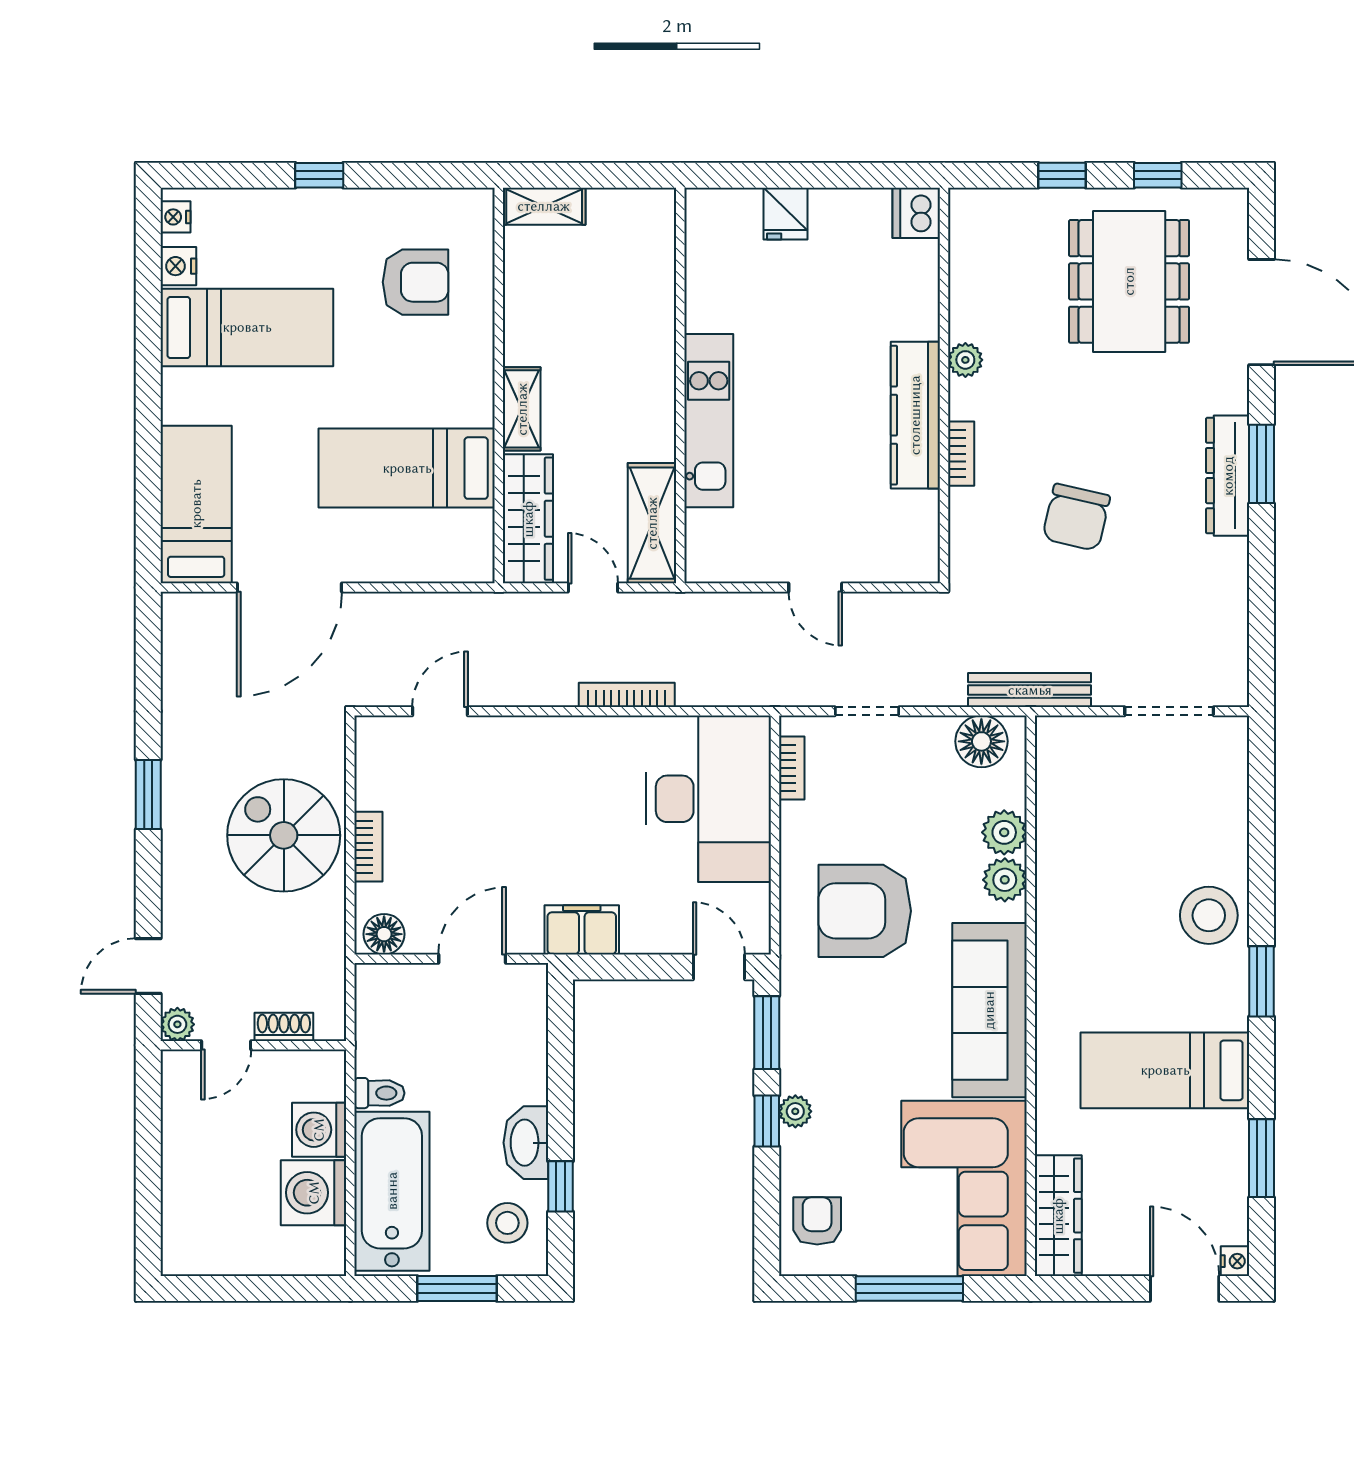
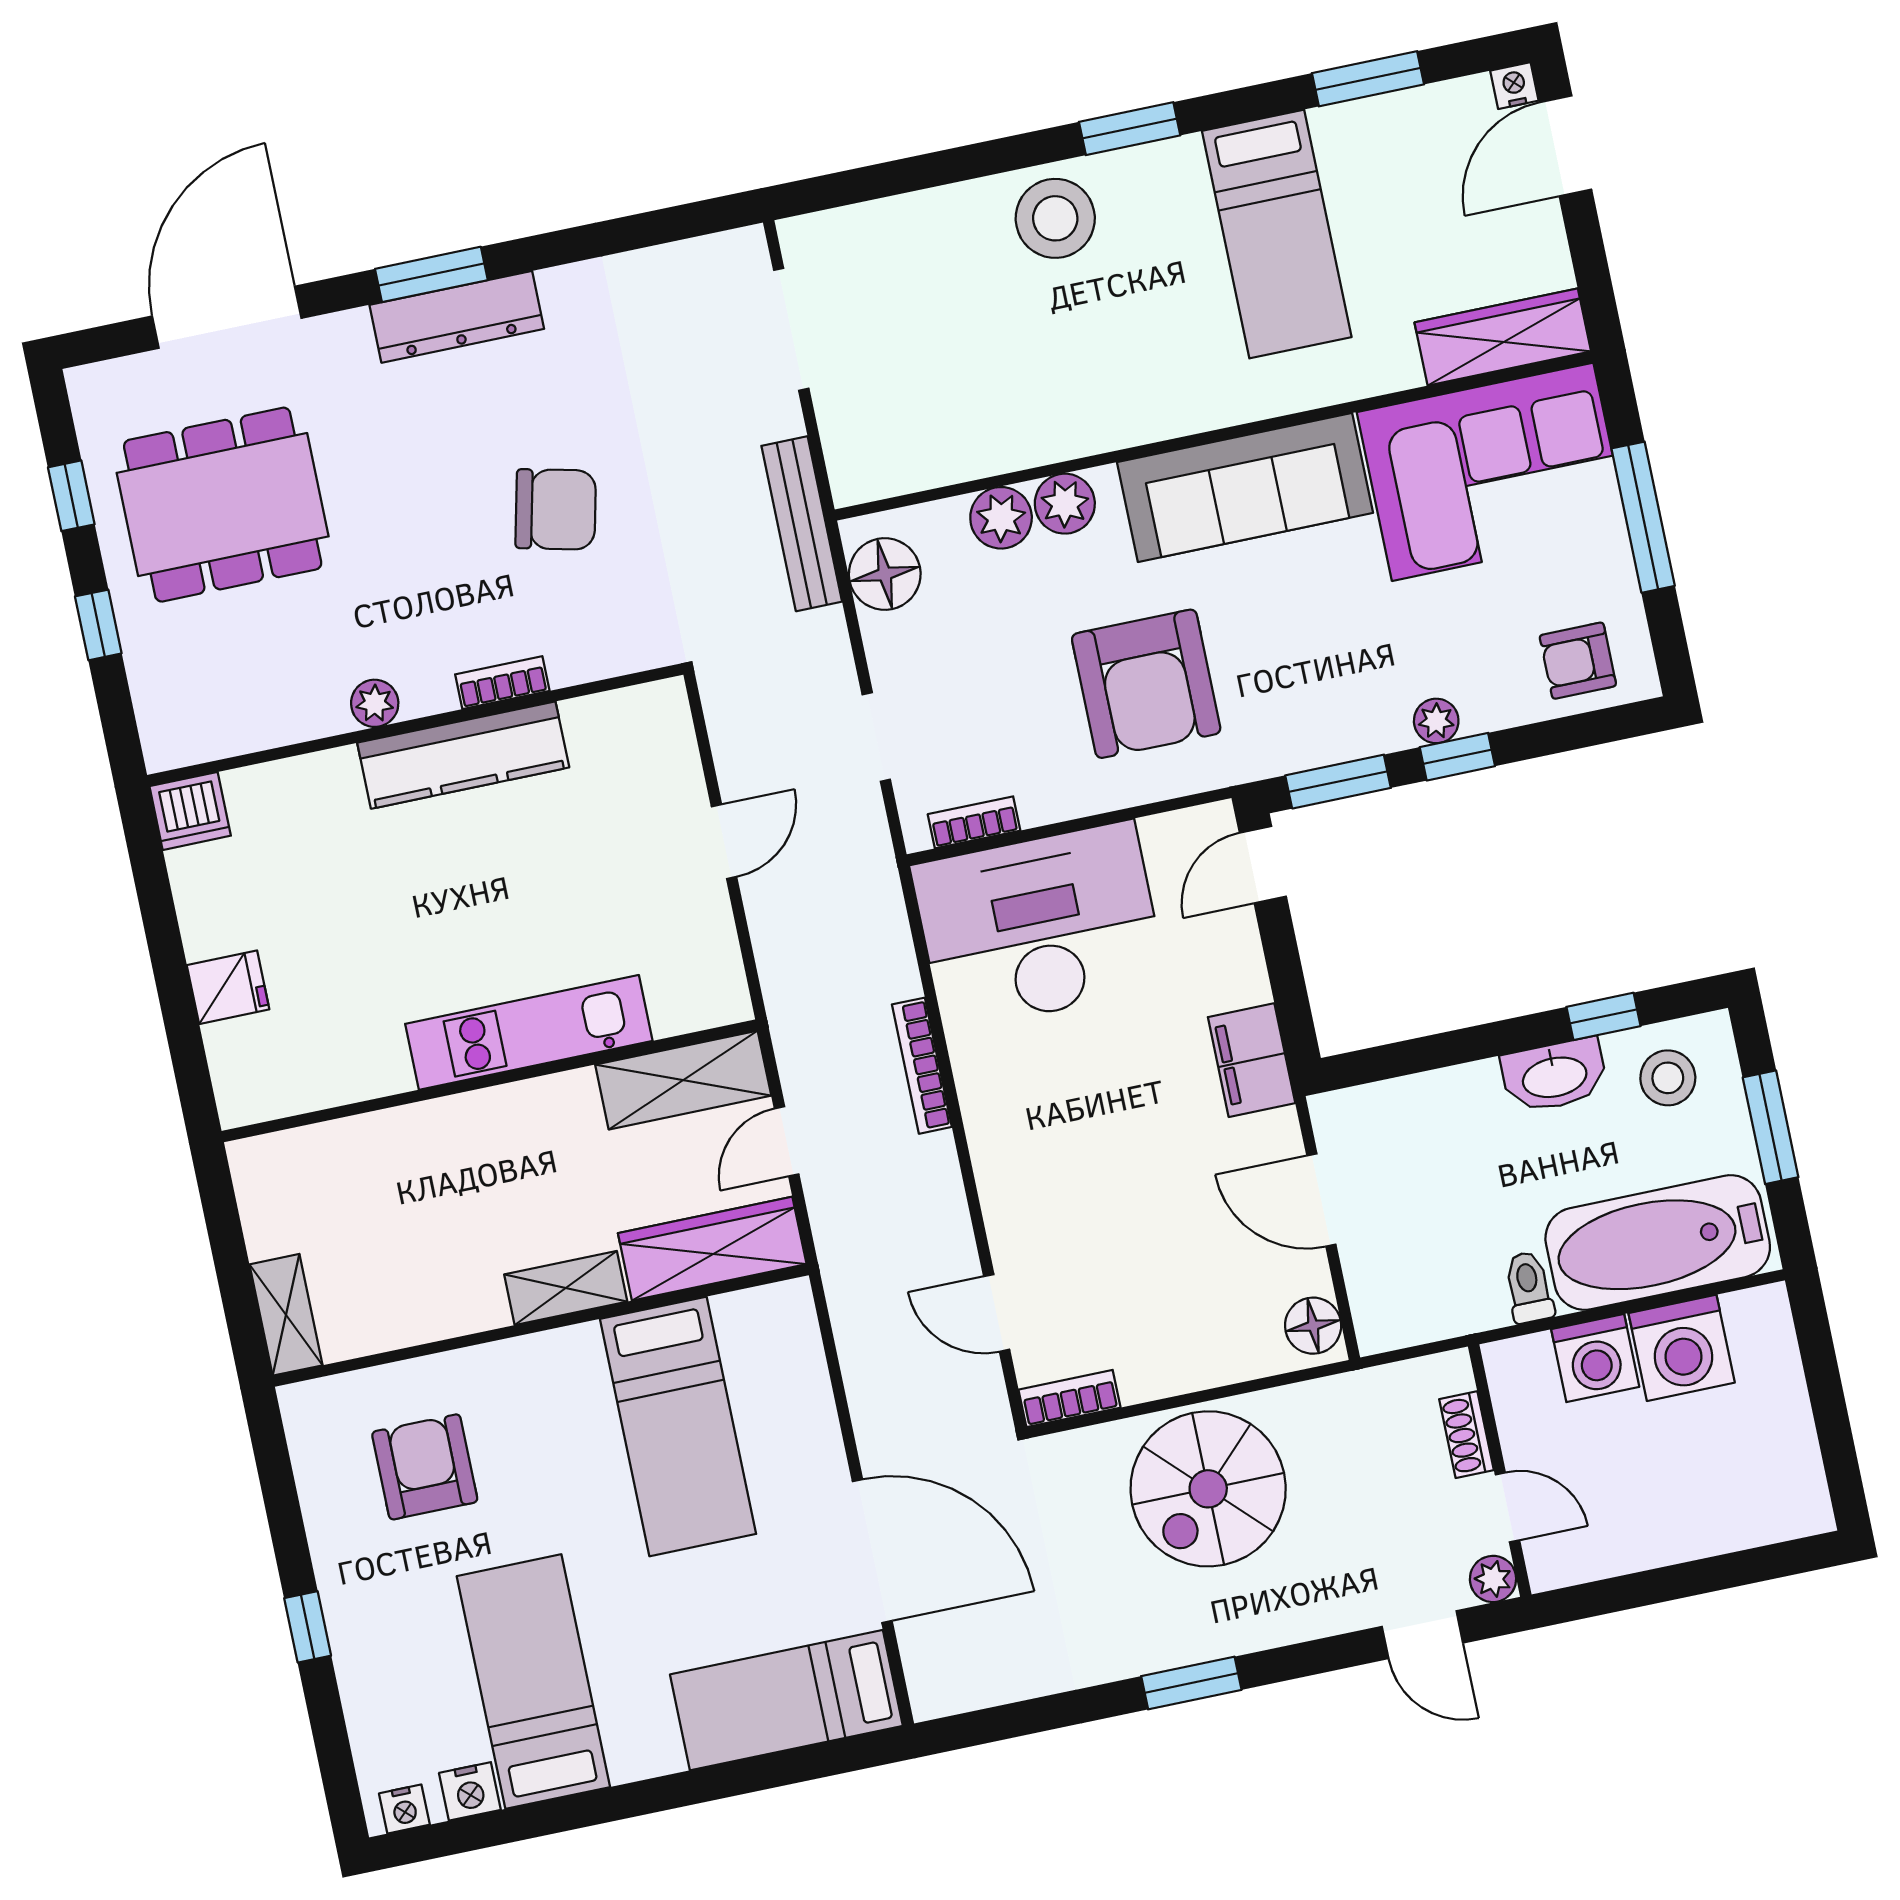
bookcase: (368, 847) -> (1069, 1399), moved

